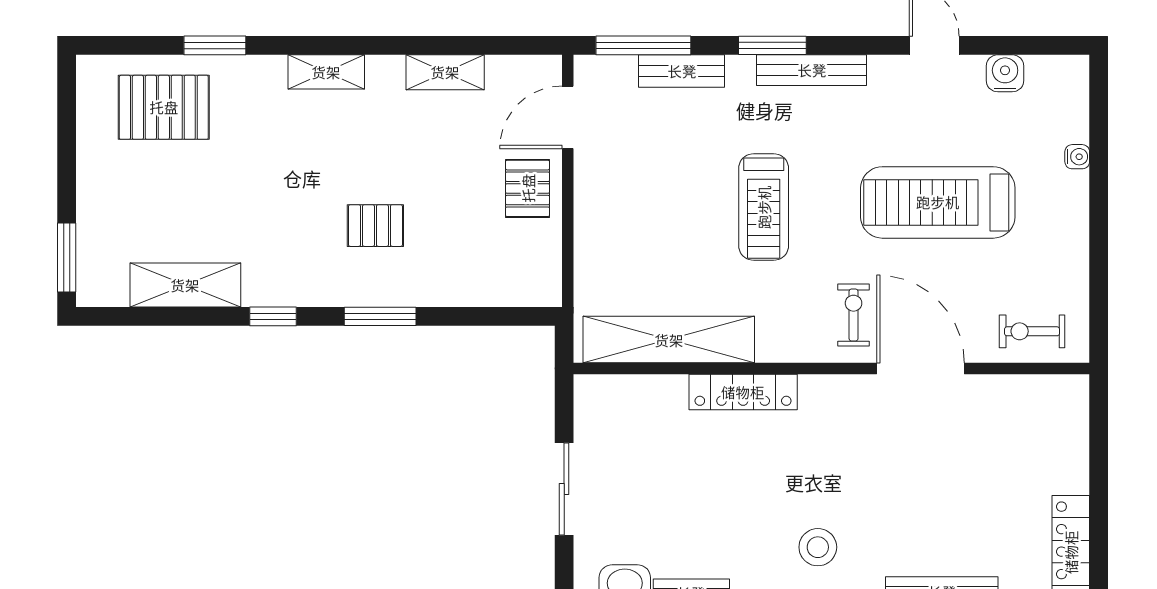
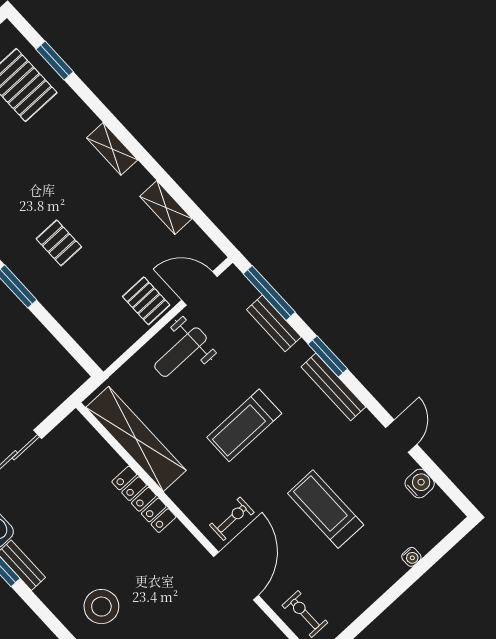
window: (215, 45) -> (55, 60), moved
pallet: (528, 188) -> (146, 301), turned 90
treadmill: (938, 202) -> (326, 509), width x0.73, depth x0.73
weight bench: (619, 203) -> (181, 352), added
stool: (818, 547) -> (101, 607), width x1.38, depth x1.38

